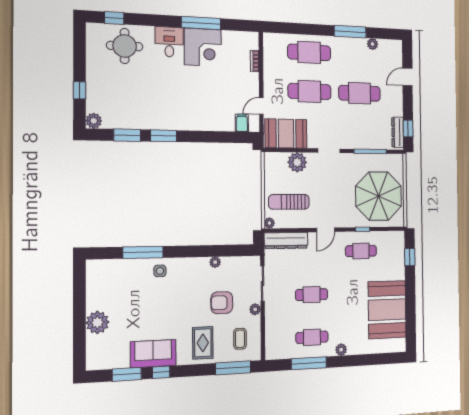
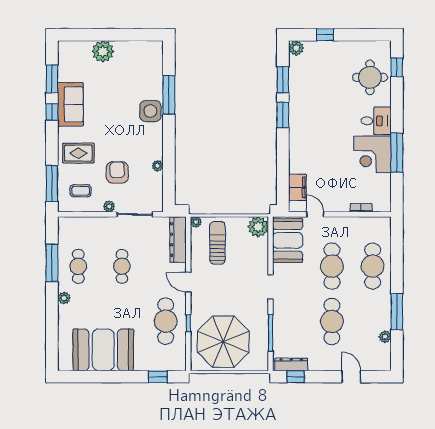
filing cabinet: (242, 123) -> (298, 187), width x2.00
plant: (297, 162) -> (258, 227), moved
cafe table: (361, 251) -> (166, 321), width x1.37, depth x1.35
side table: (160, 271) -> (150, 111), width x1.87, depth x1.87

